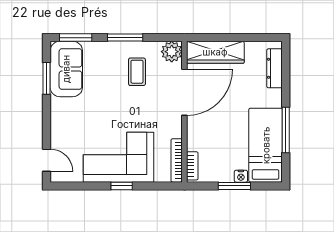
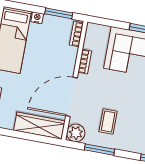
window: (125, 38) -> (100, 150), moved
bookcase: (177, 160) -> (85, 62), moved, width x0.64
window: (234, 186) -> (59, 13), moved

